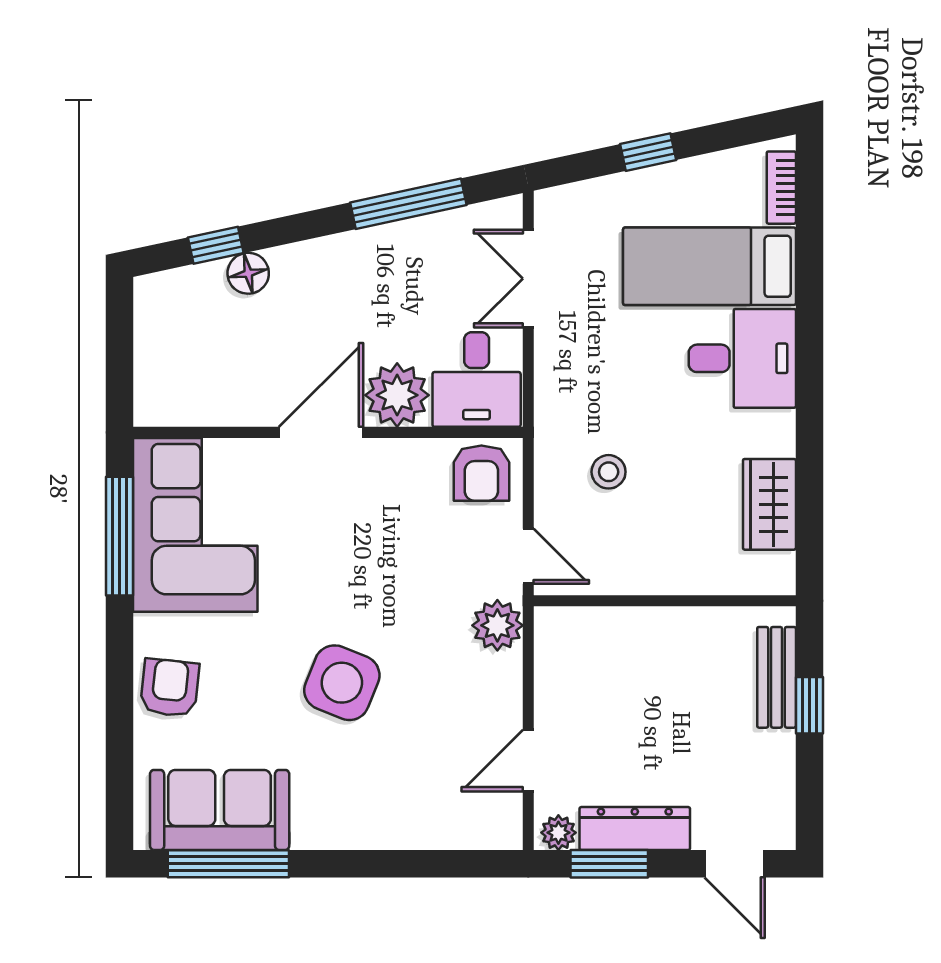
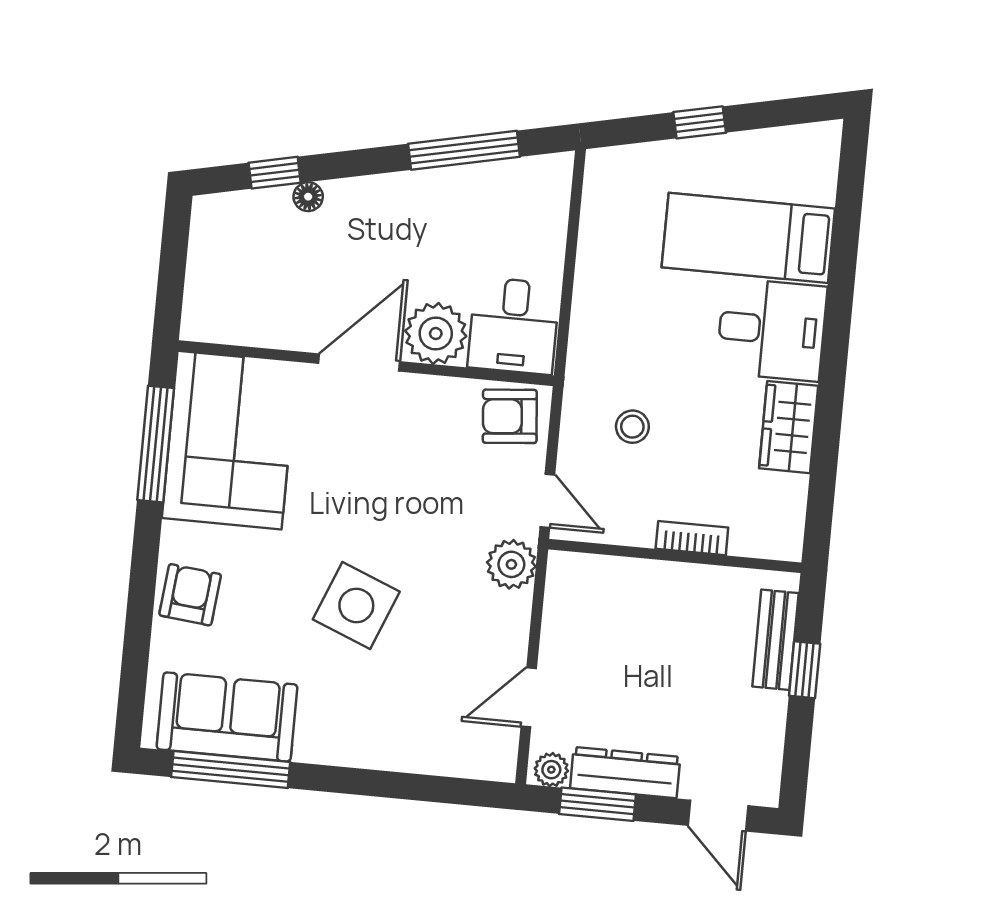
bookcase: (781, 188) -> (692, 538), moved, turned 90
floor lamp: (248, 273) -> (308, 197), width x0.73, depth x0.73
double door: (528, 279) -> (573, 233), removed
armchair: (481, 473) -> (510, 416), turned 85
wardrobe: (769, 504) -> (789, 427), moved

